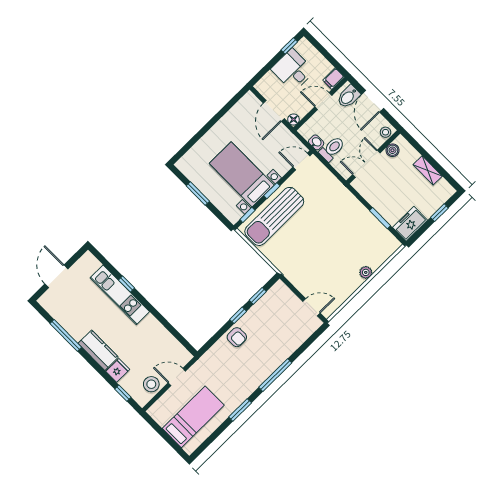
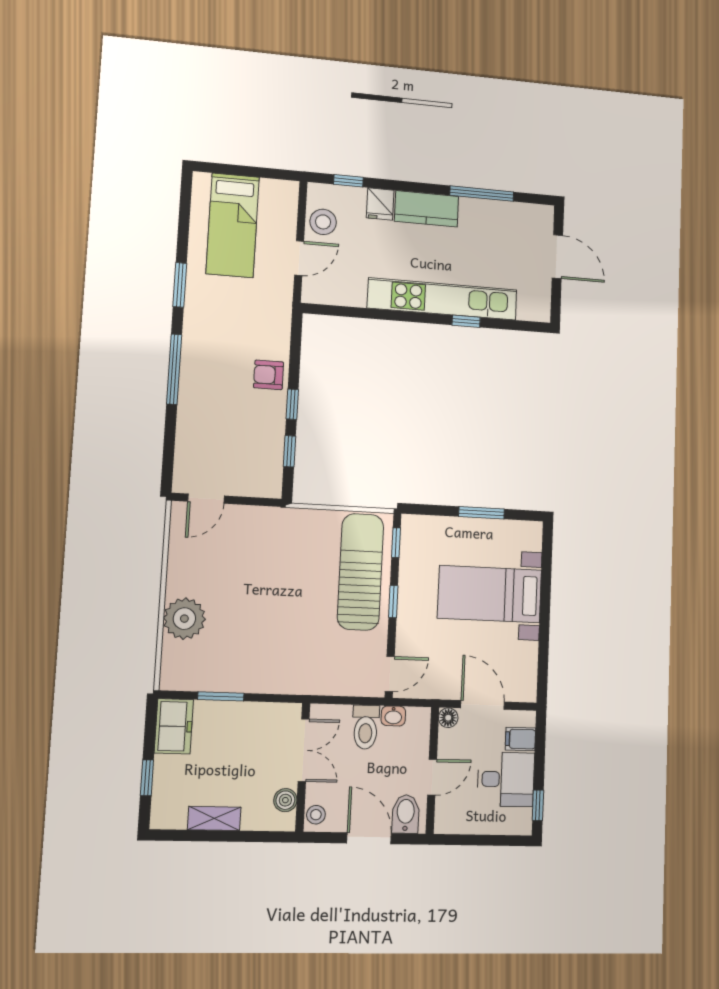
filing cabinet: (333, 79) -> (520, 739), moved, turned -90
bed with nightstands: (242, 174) -> (490, 594), moved, turned 180
plant: (366, 272) -> (184, 619), width x1.88, depth x1.88
kitchen unit: (120, 295) -> (442, 299), width x1.36

